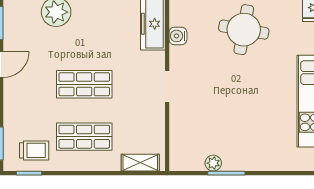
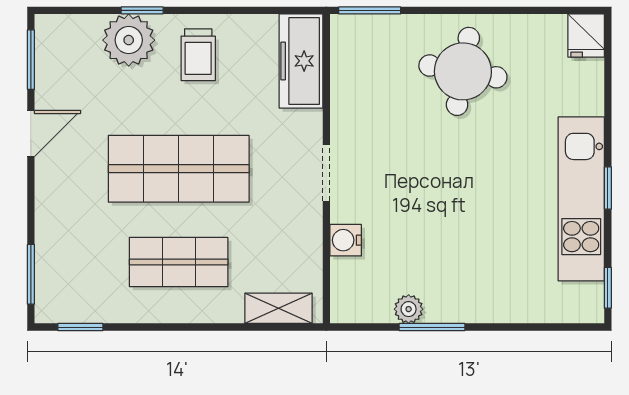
water cooler: (178, 36) -> (346, 240), moved
shop shelf: (84, 84) -> (179, 169), width x1.43, depth x1.36
trolley: (34, 150) -> (198, 55), moved, turned 90

